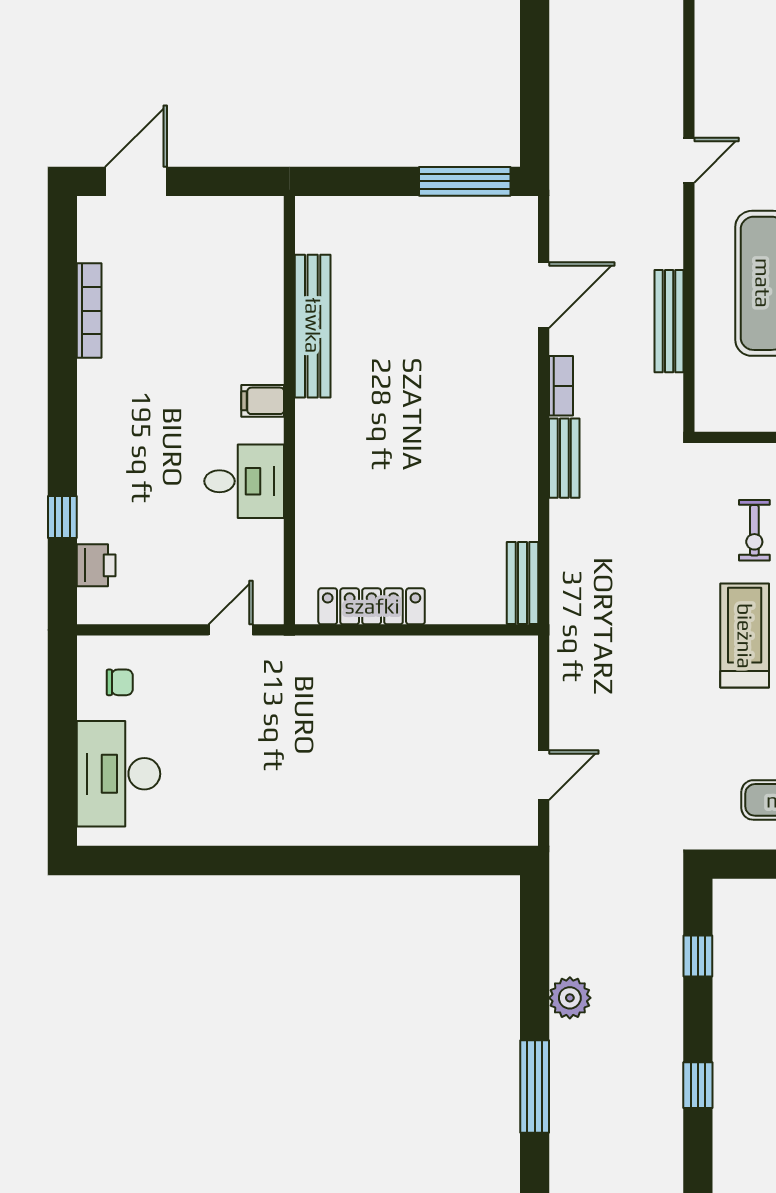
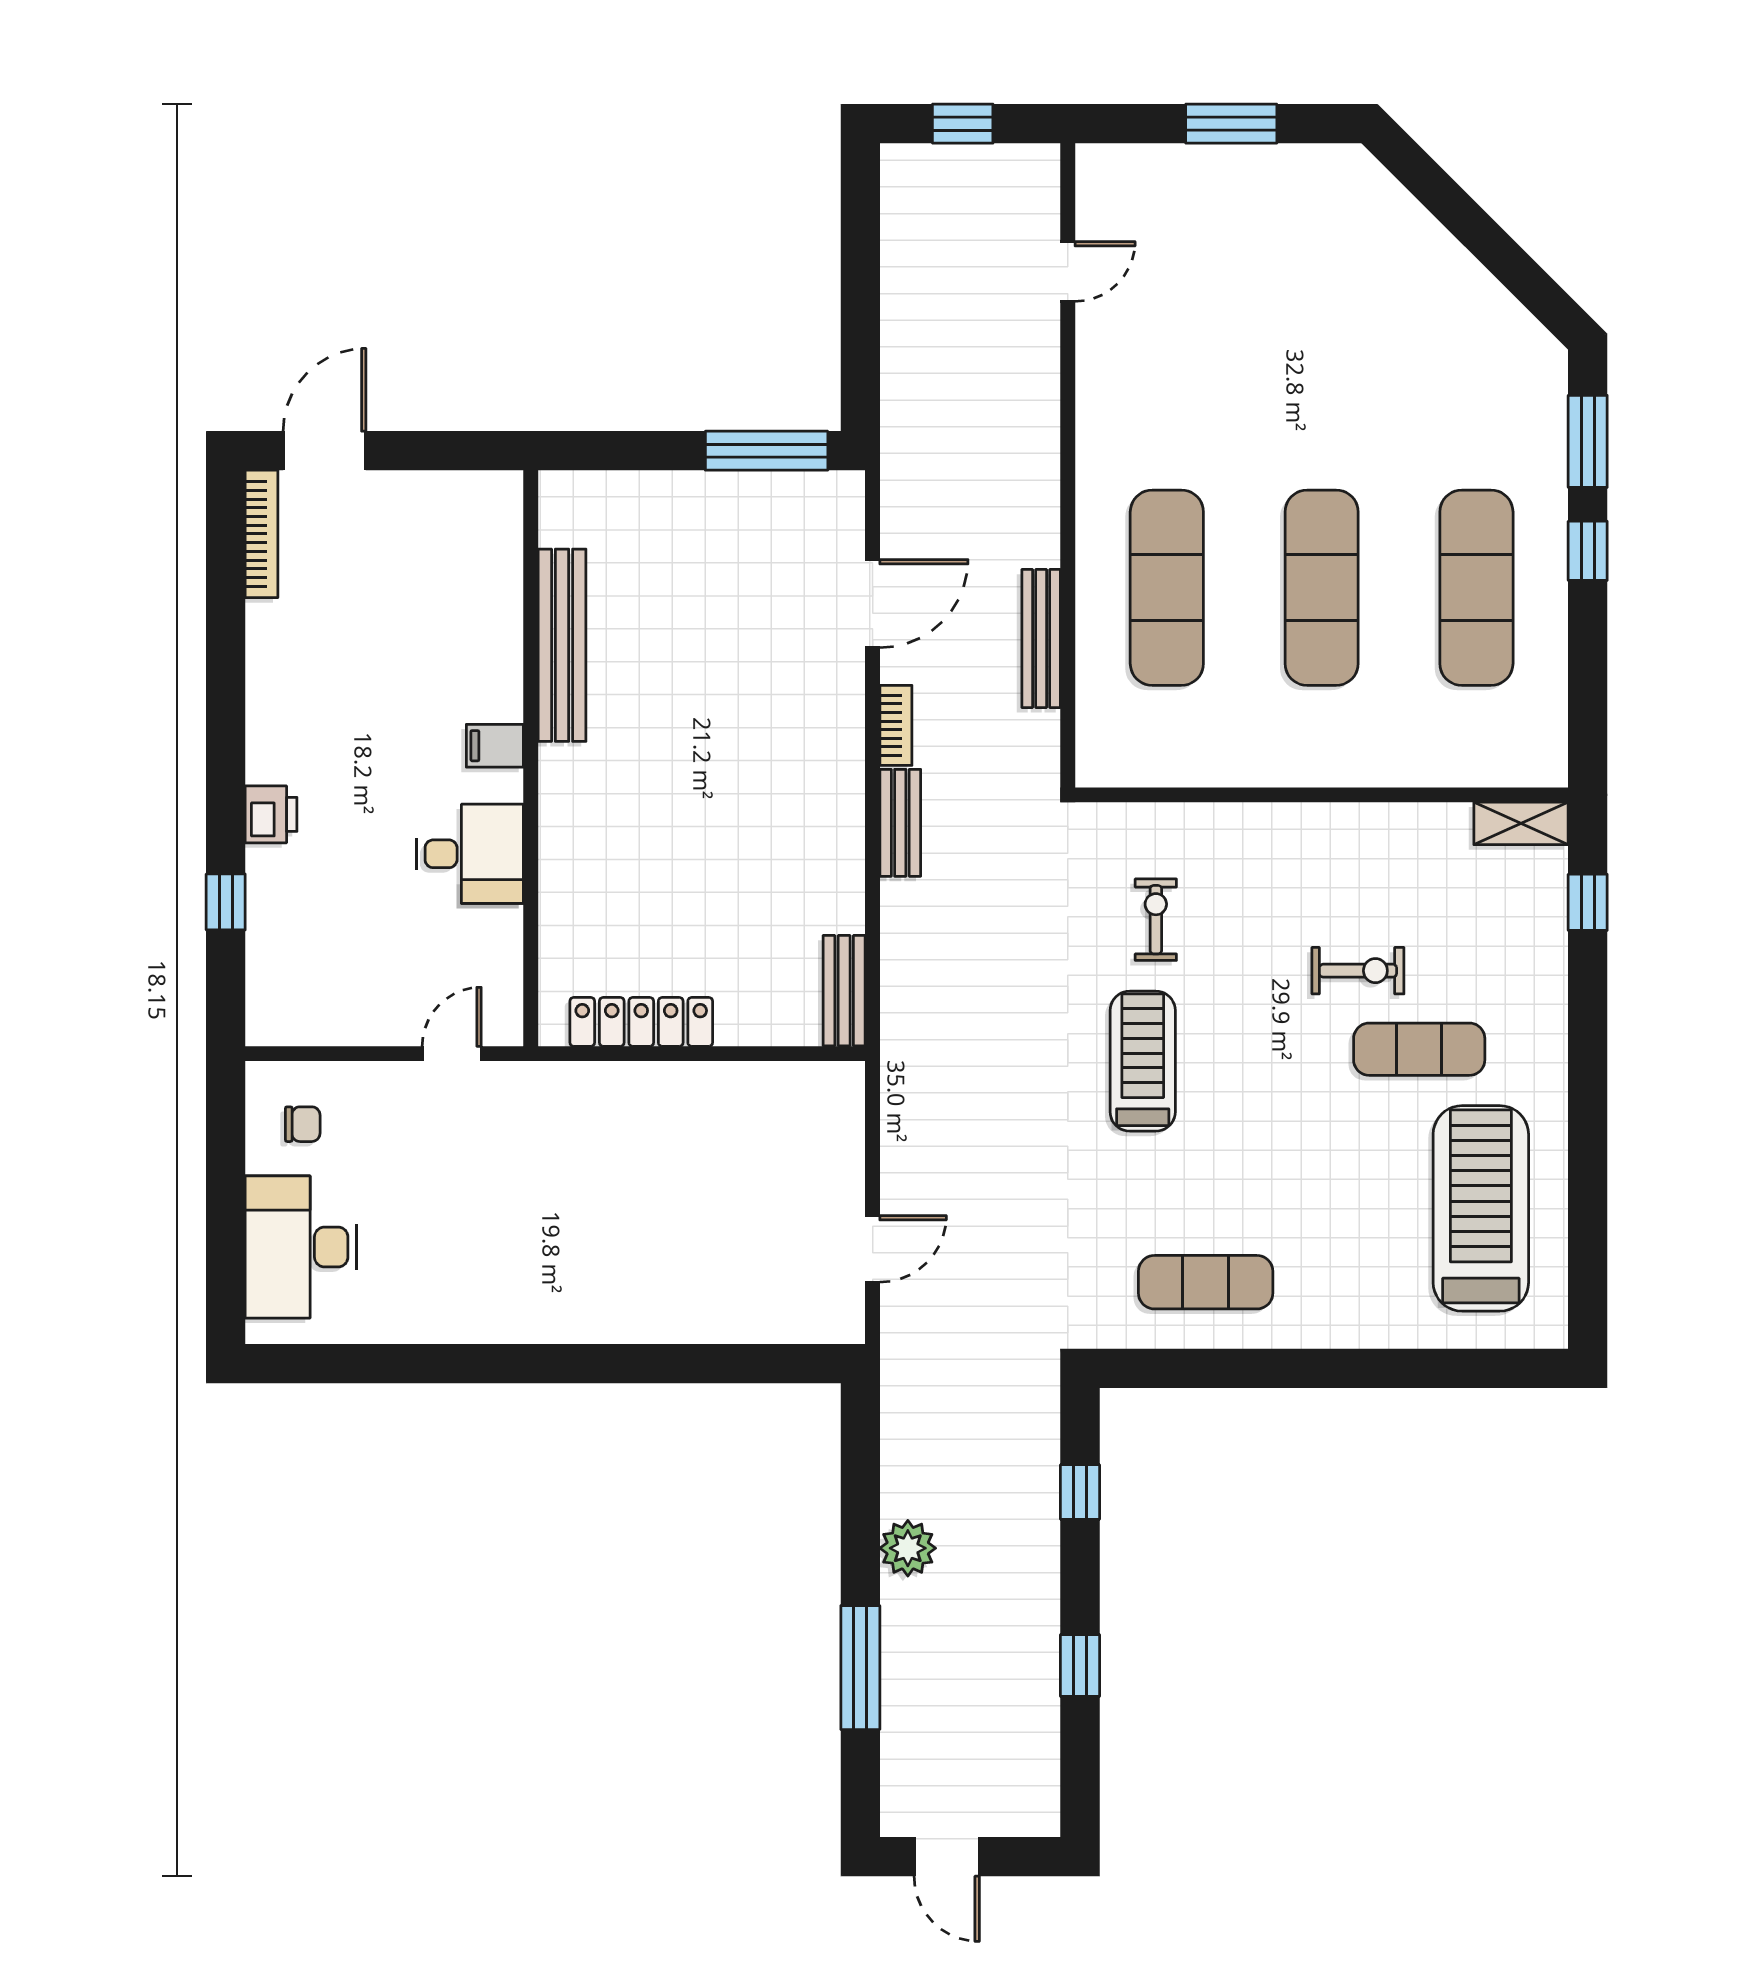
door: (689, 160) -> (1068, 271), moved
bookcase: (89, 311) -> (262, 534), moved
exercise bike: (754, 530) -> (1156, 920), turned 180
printer: (96, 565) -> (271, 814), moved

